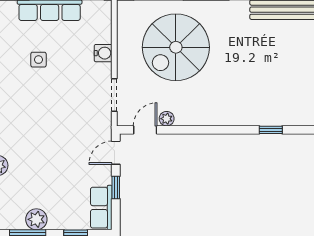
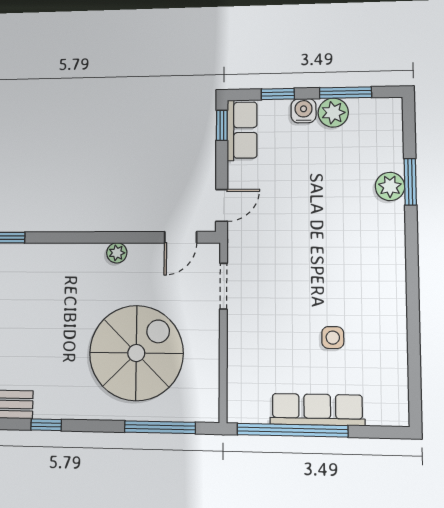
water cooler: (103, 53) -> (304, 111), moved, turned 90
plant: (167, 119) -> (117, 253), moved
window: (116, 188) -> (222, 125), moved

